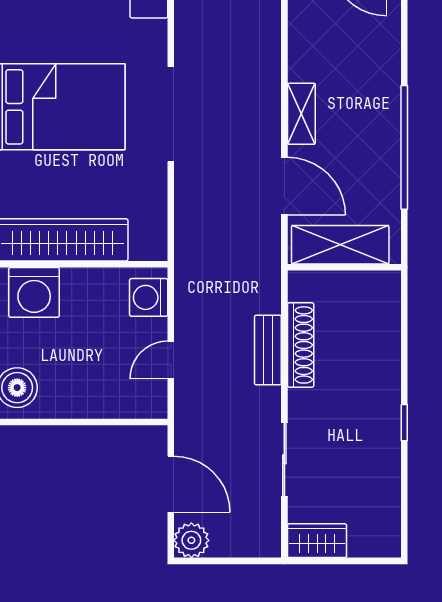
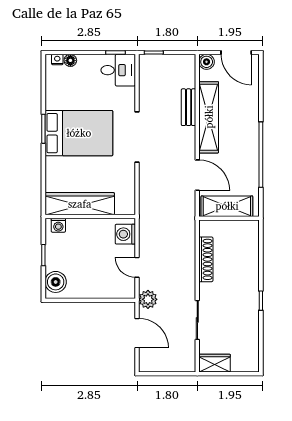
shelving: (301, 114) -> (209, 117), width x2.20, depth x1.33
washing machine: (34, 292) -> (58, 225), width x0.53, depth x0.53
bench: (268, 350) -> (189, 107), moved
door: (171, 360) -> (137, 267), hinge flipped
plant: (191, 540) -> (148, 299), moved

